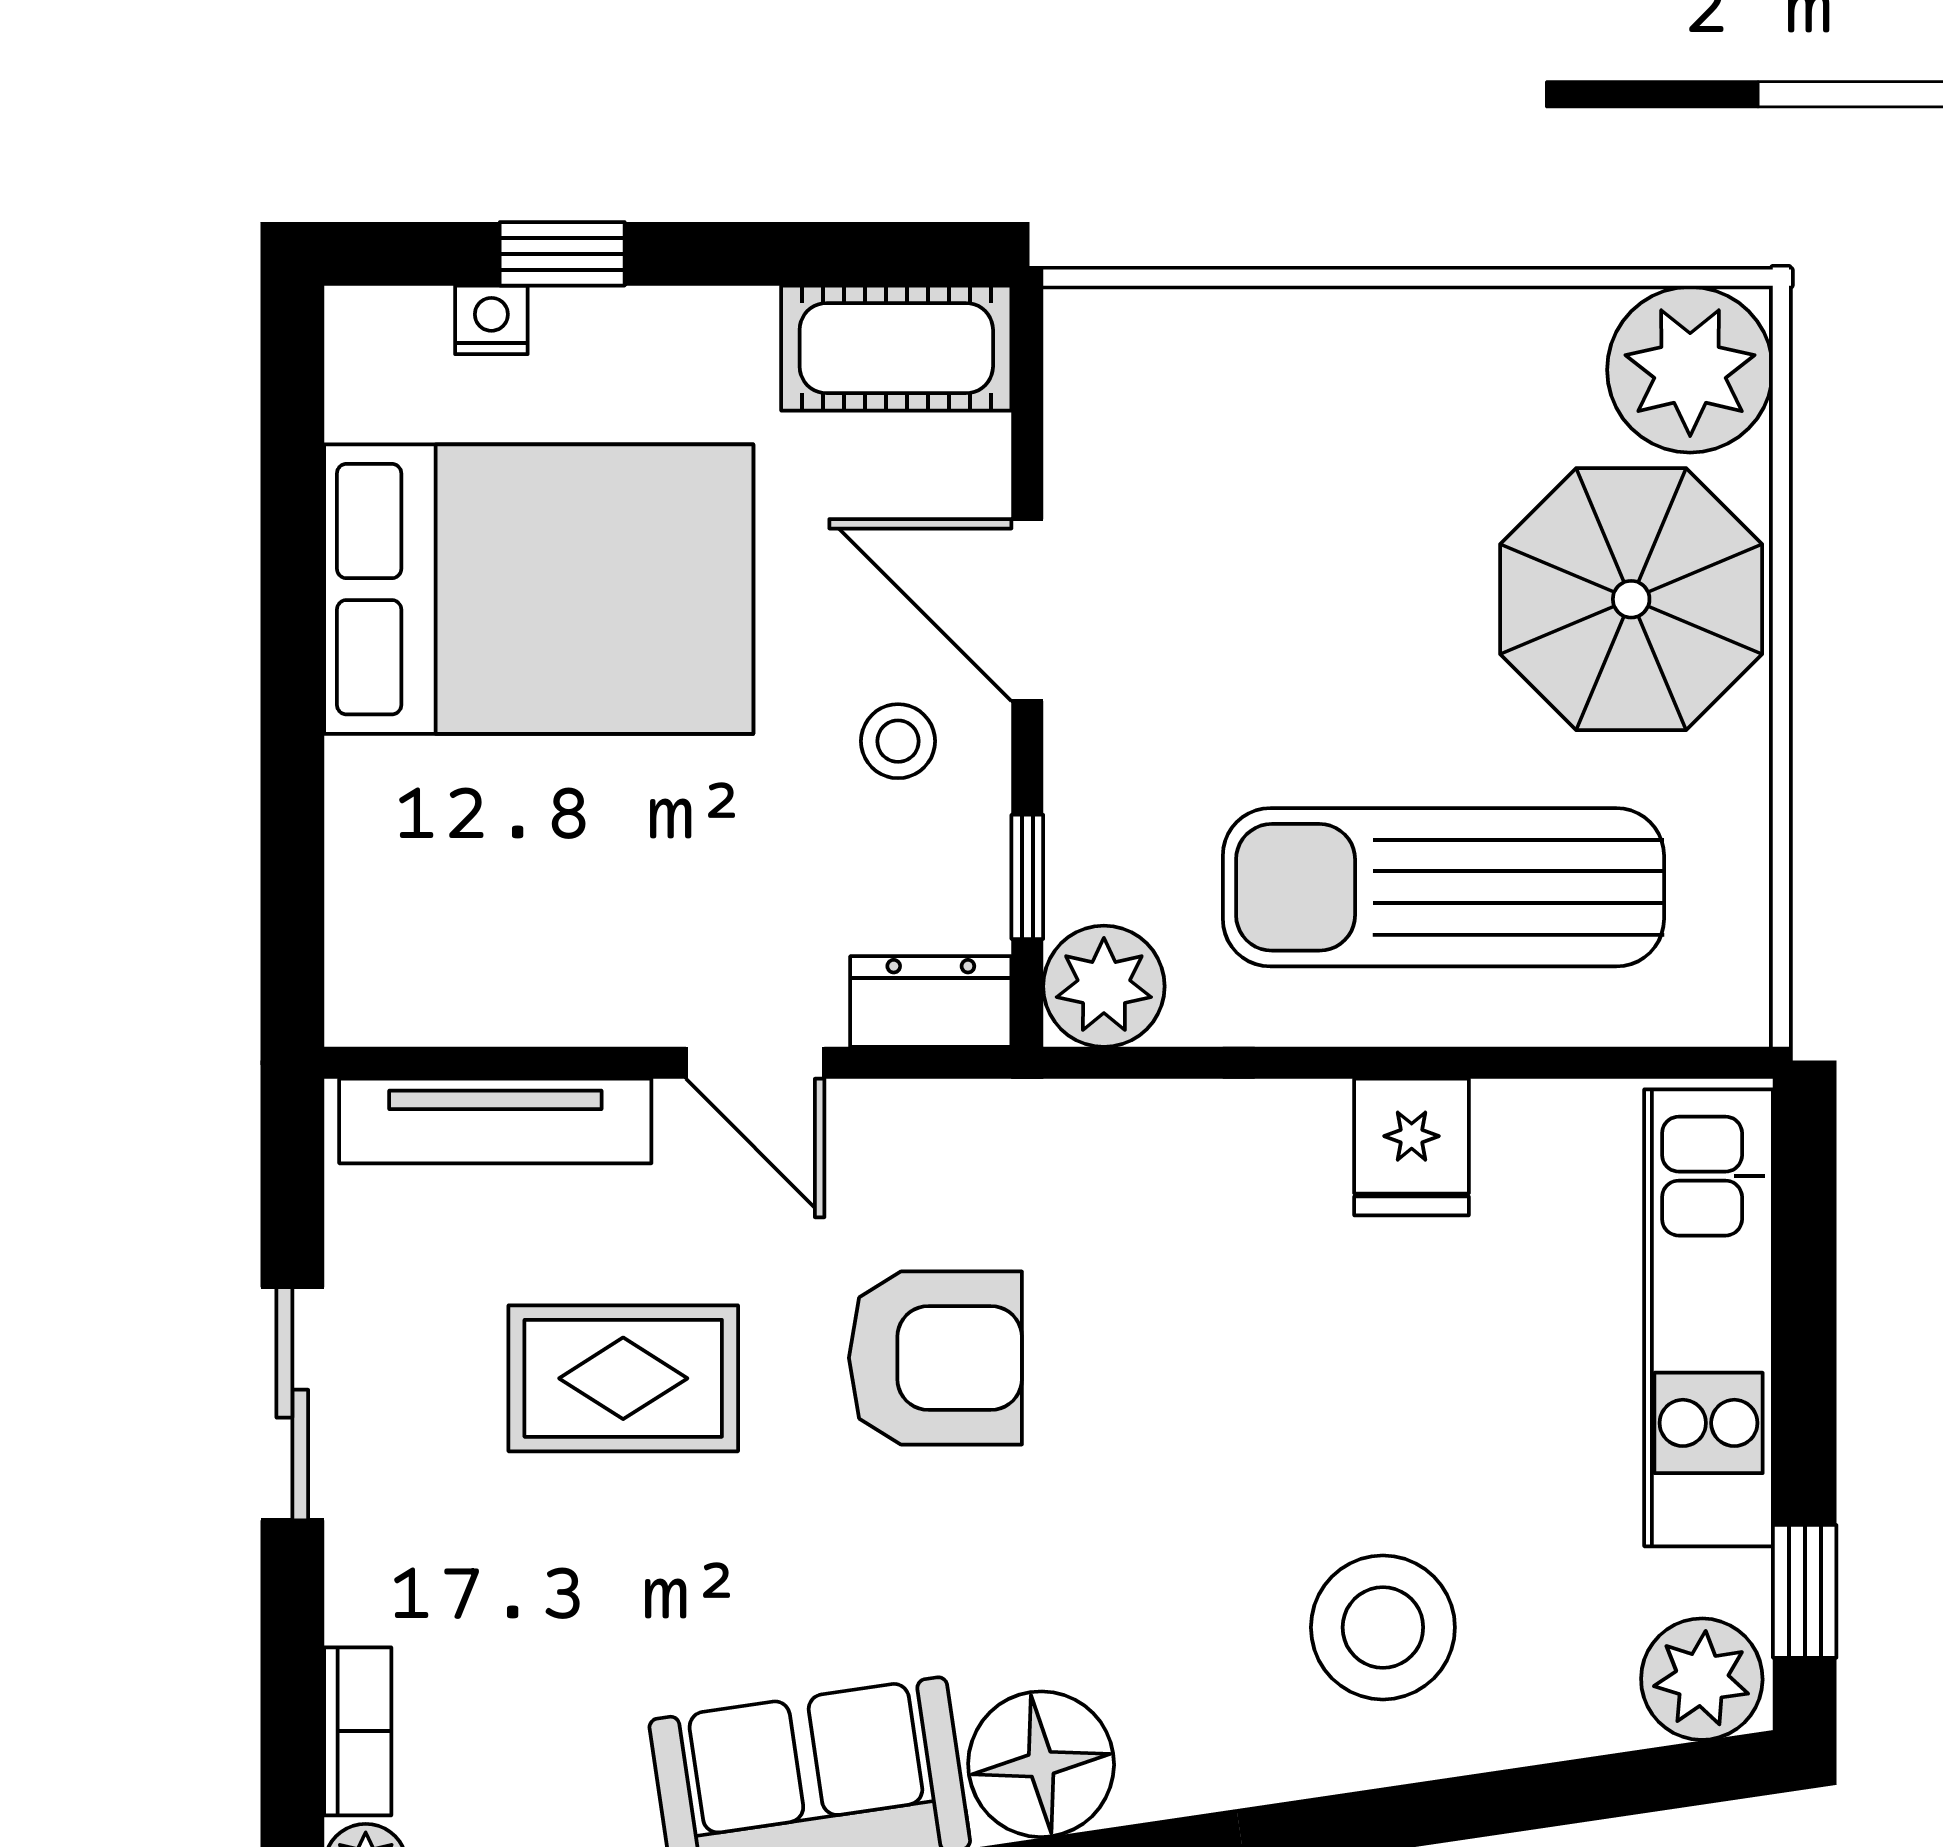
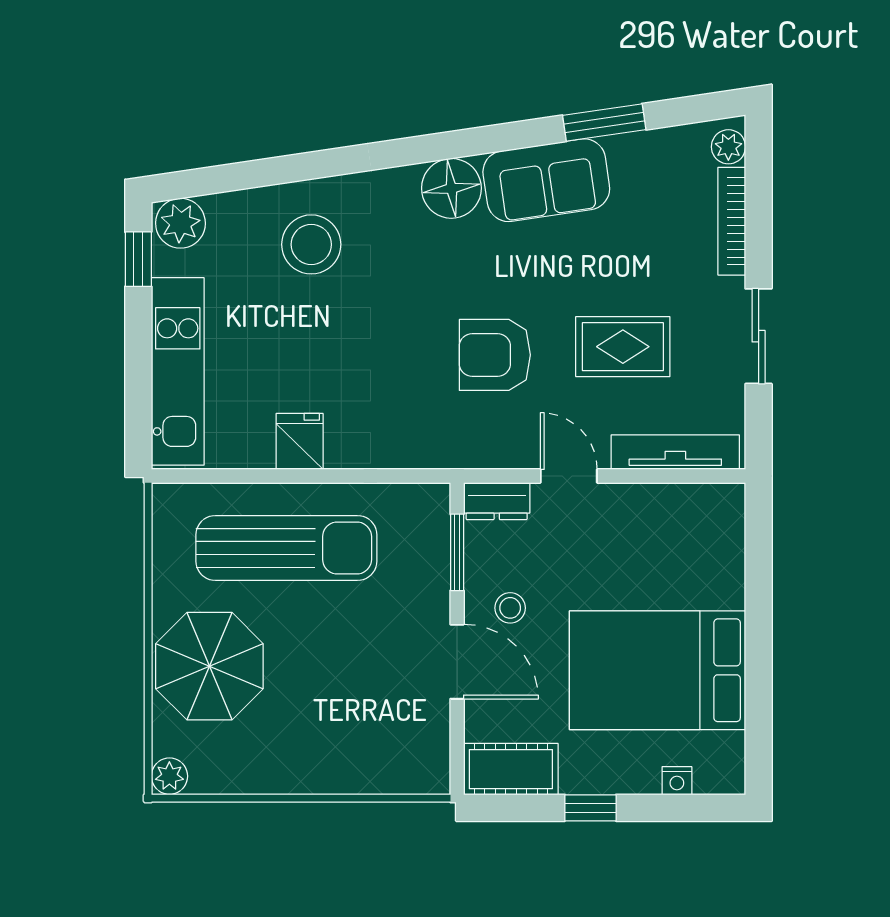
window: (562, 254) -> (590, 808), moved
plant: (1690, 370) -> (169, 776), width x0.53, depth x0.53
window: (1027, 877) -> (457, 552), width x1.50
plant: (1104, 986) -> (426, 507), removed
bookcase: (358, 1731) -> (732, 221), width x1.56

